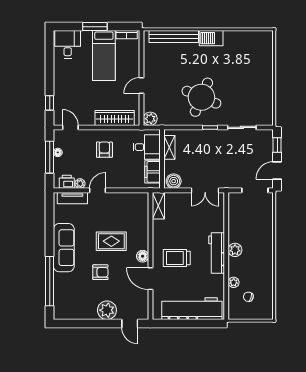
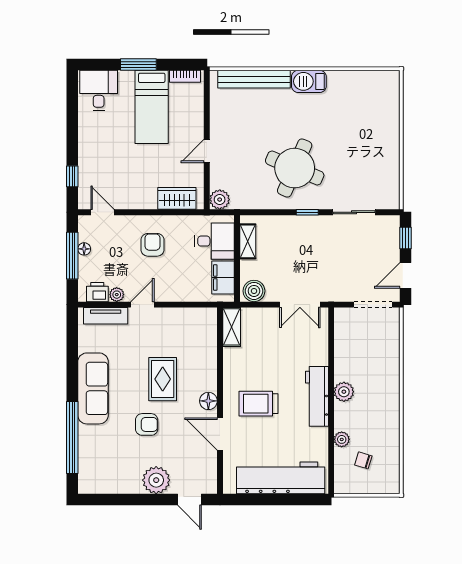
wardrobe: (115, 118) -> (177, 198), width x0.67
rug: (111, 241) -> (163, 379), turned 90

